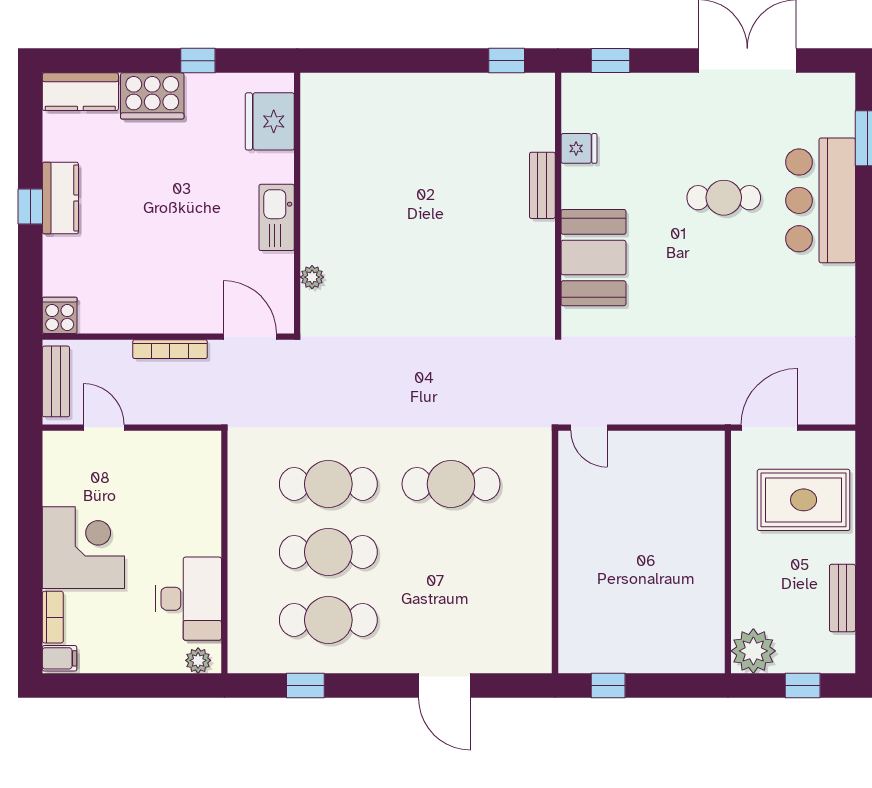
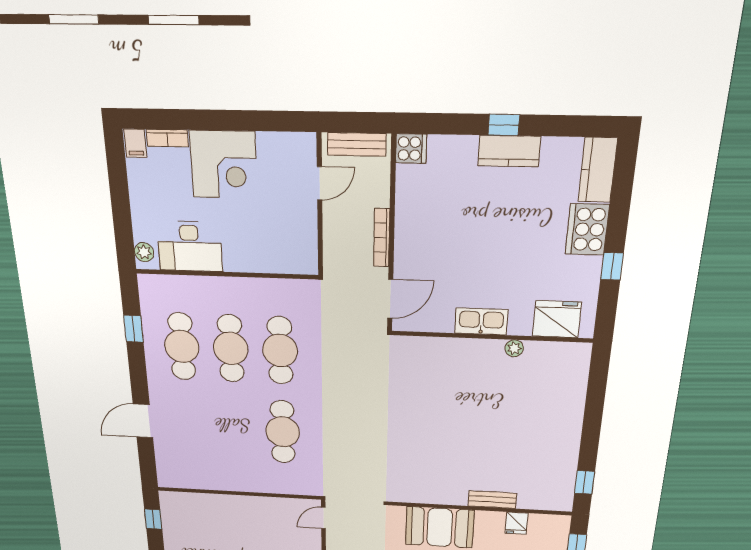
plant: (312, 277) -> (514, 348), moved

